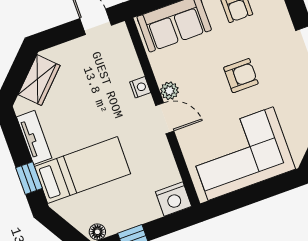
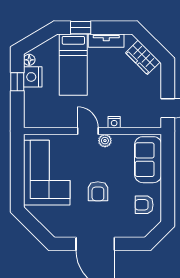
door: (165, 118) -> (88, 131), swing flipped
nightstand: (174, 199) -> (33, 77), moved

